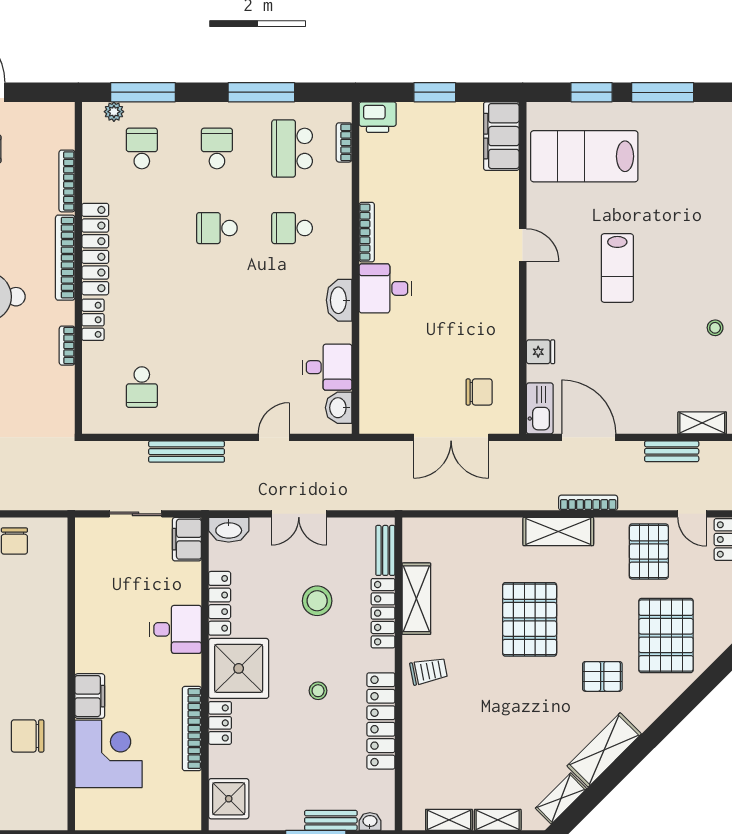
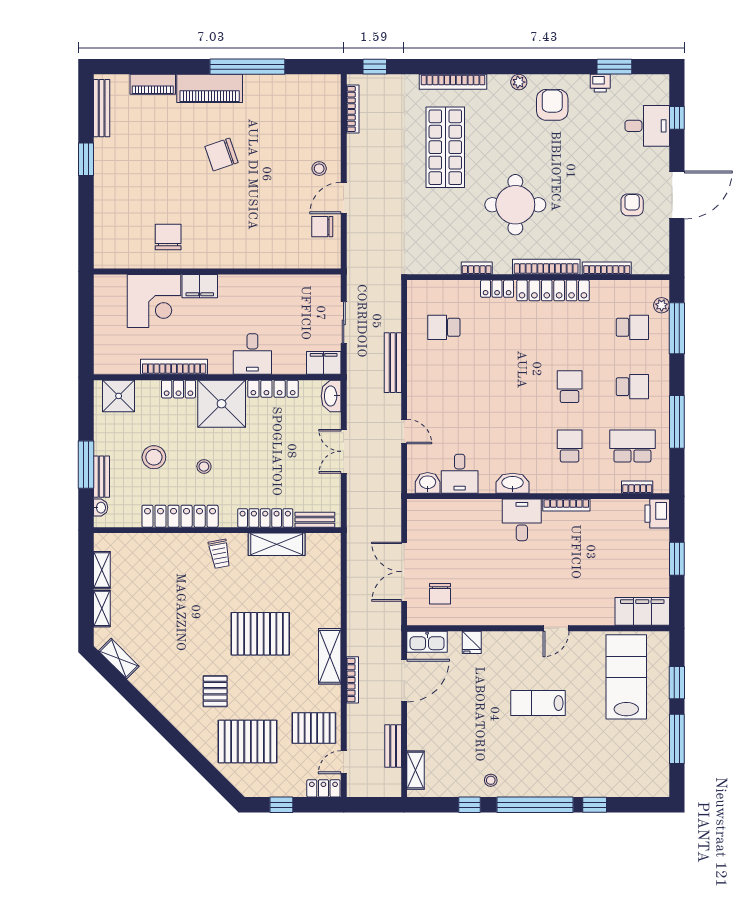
stool: (317, 601) -> (154, 457), moved
shelving: (604, 750) -> (157, 693), removed

